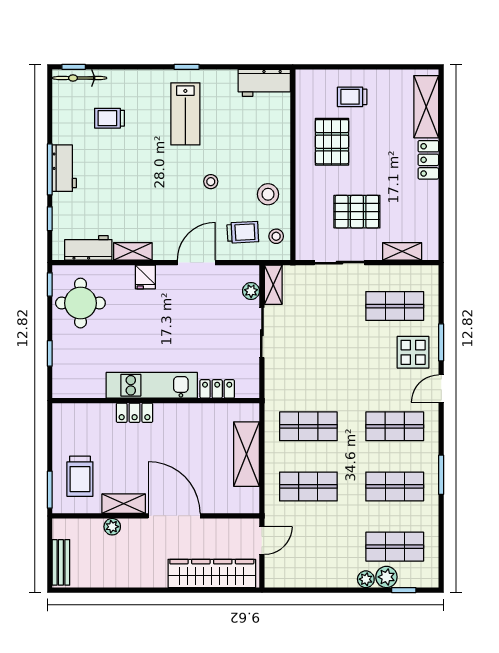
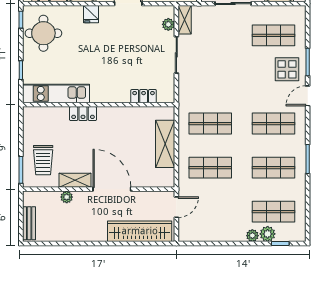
kitchen unit: (152, 385) -> (56, 93), moved

